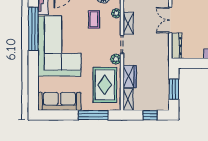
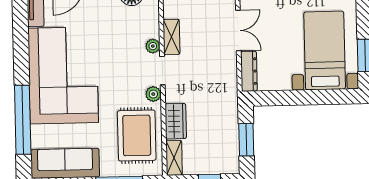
plant: (116, 13) -> (153, 46), moved
coffee table: (94, 19) -> (117, 32), removed
double door: (170, 20) -> (238, 30), swing flipped
window: (33, 29) -> (23, 120), moved

